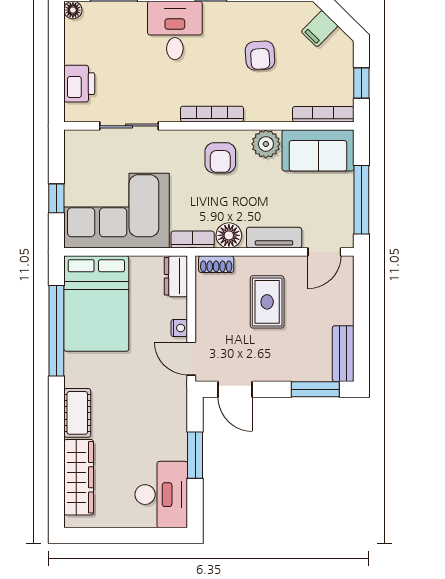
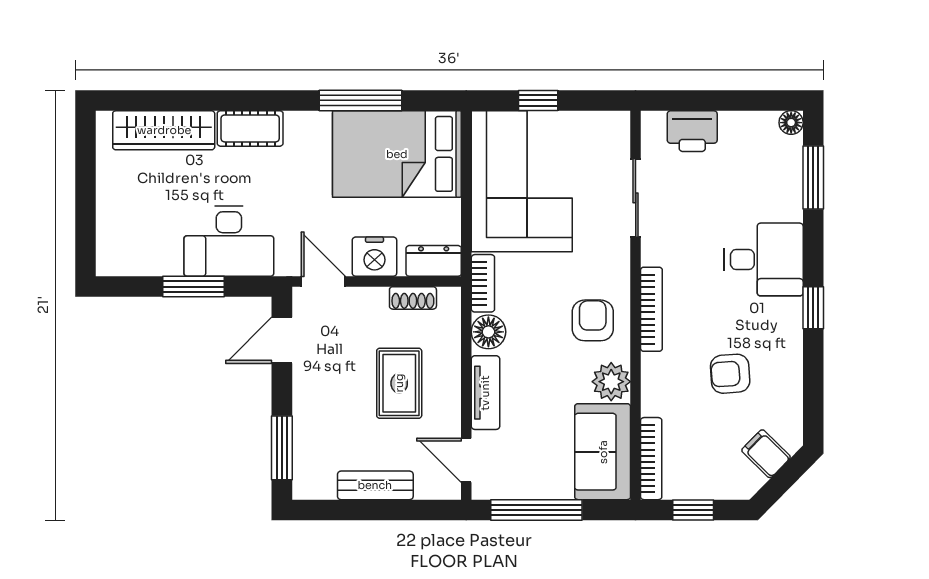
armchair: (220, 158) -> (593, 320), turned 90
shoe rack: (216, 264) -> (413, 298), moved, turned -90
rug: (267, 302) -> (399, 383), turned 90
nightstand: (179, 328) -> (374, 257), width x1.89, depth x1.79
window: (56, 331) -> (361, 100), width x0.68
bench: (343, 354) -> (375, 485), moved
door: (191, 359) -> (323, 281), hinge flipped
desk: (161, 495) -> (229, 241), moved

